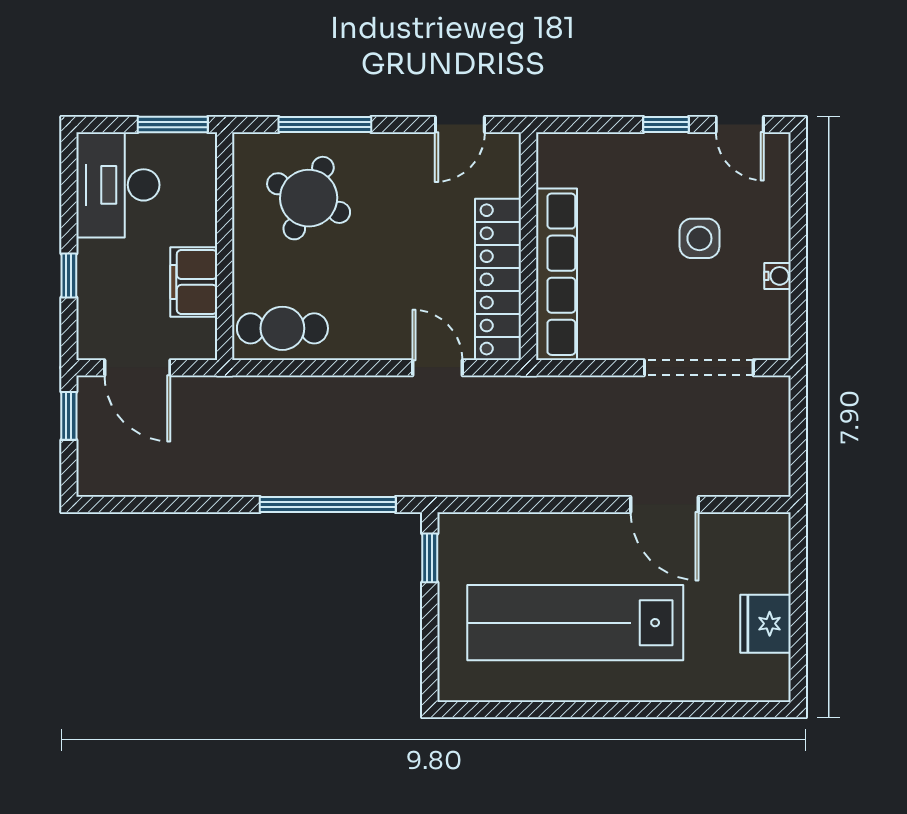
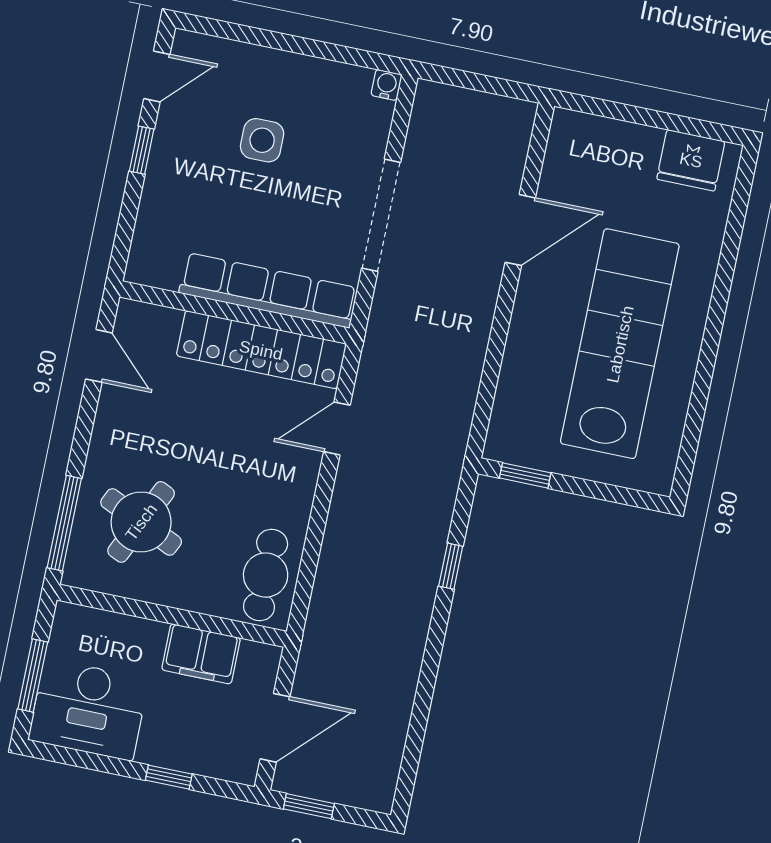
window: (173, 125) -> (33, 676), moved
window: (325, 125) -> (64, 523), moved
water cooler: (777, 276) -> (386, 85), moved
doorway: (699, 368) -> (381, 215), moved
window: (328, 504) -> (451, 566), width x0.32
lab bench: (575, 623) -> (620, 344), turned 180
fridge: (766, 624) -> (691, 160), moved

